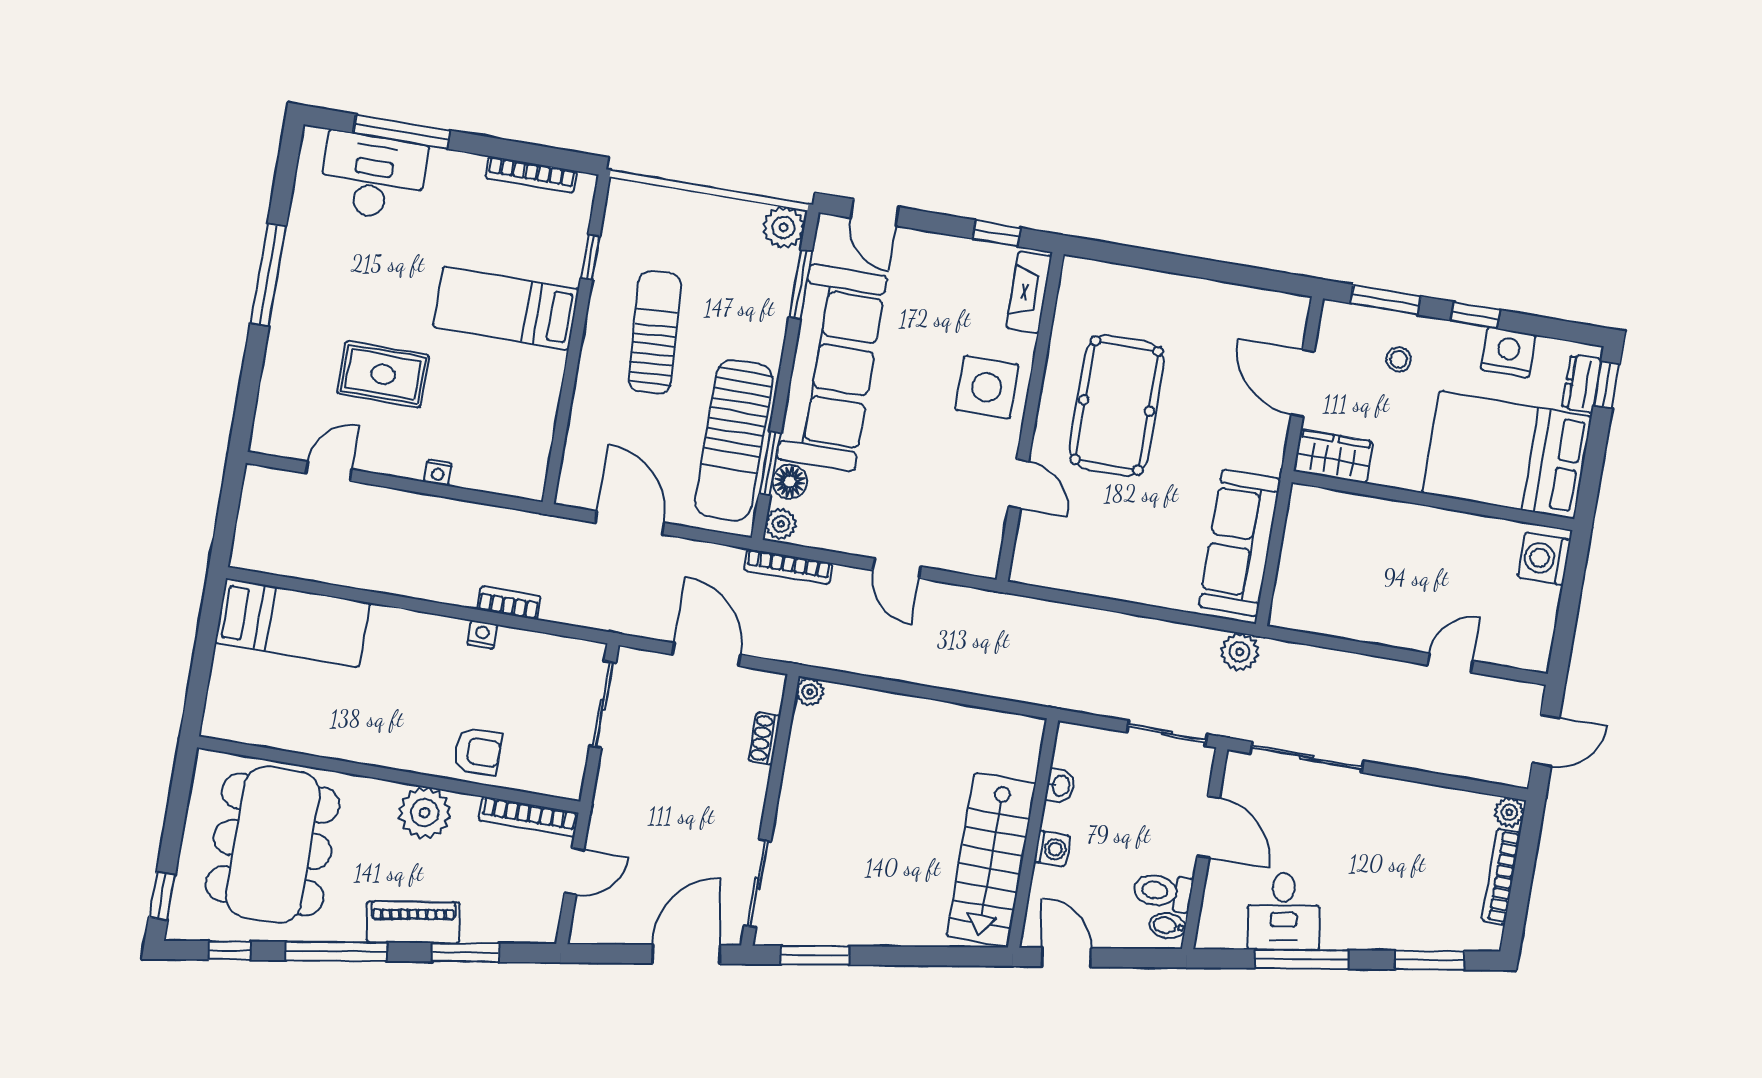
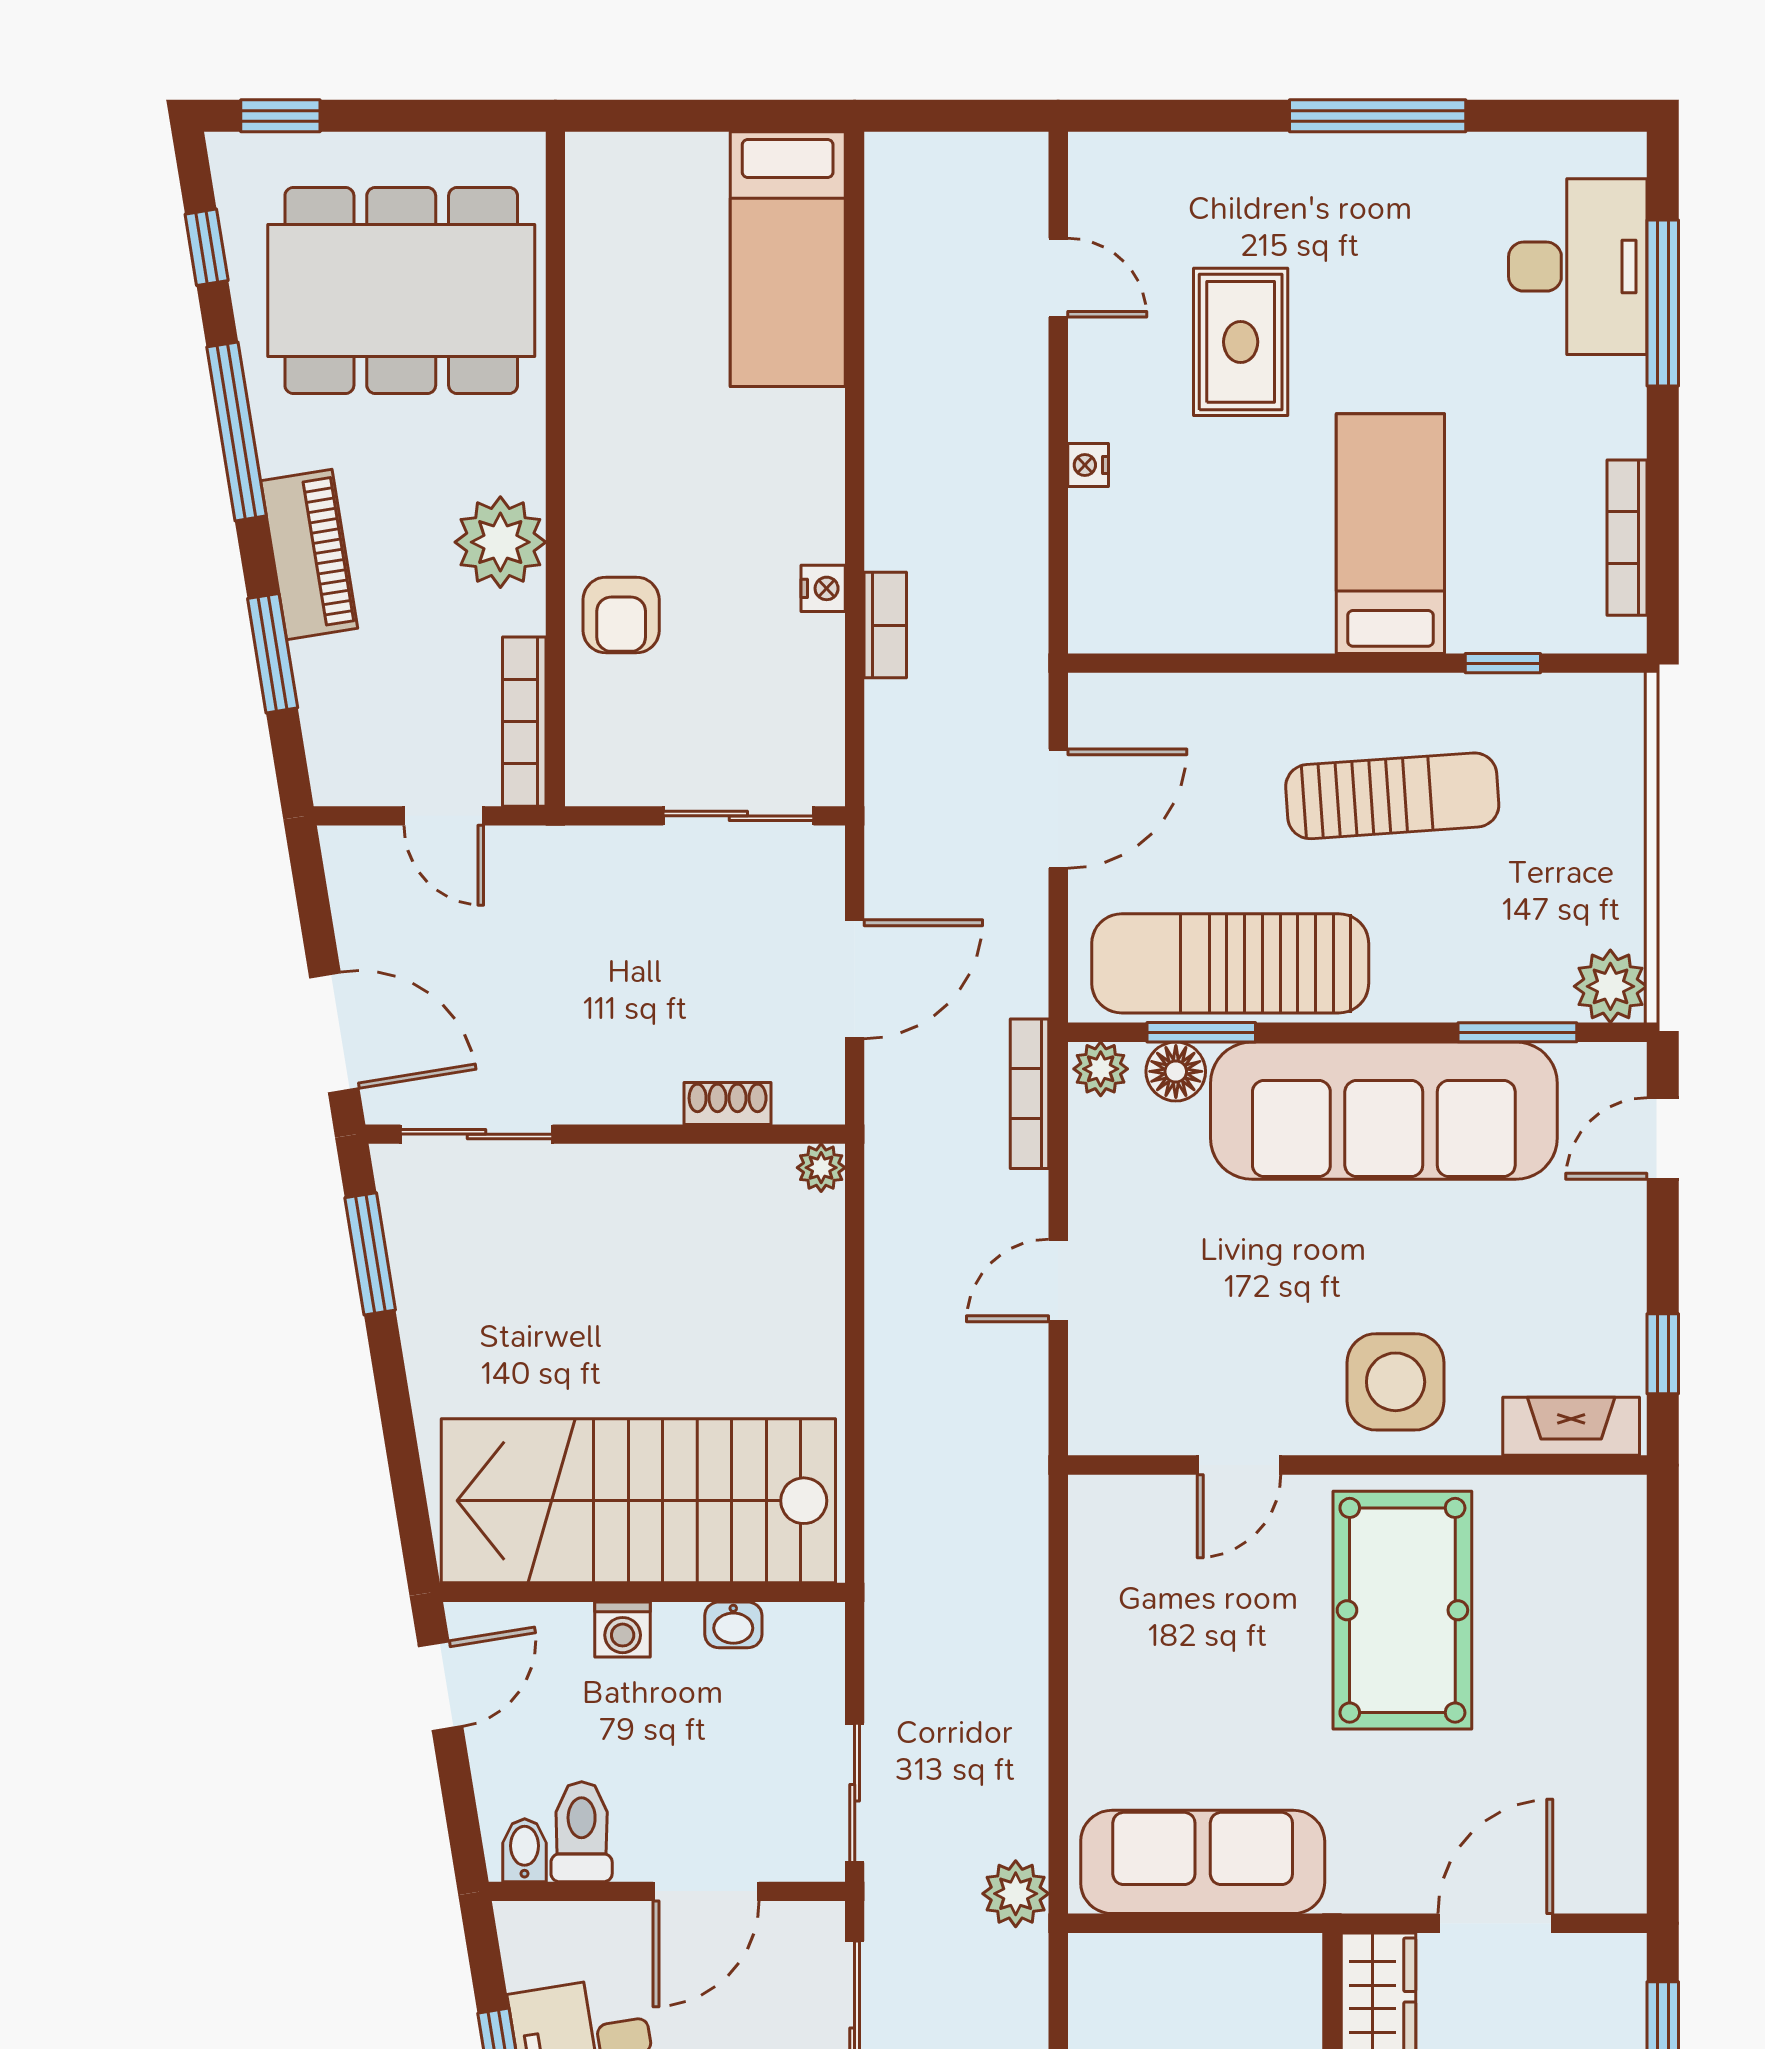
pool table: (1117, 405) -> (1402, 1610), turned 90
stairs: (991, 860) -> (638, 1501), width x1.36, depth x1.51

